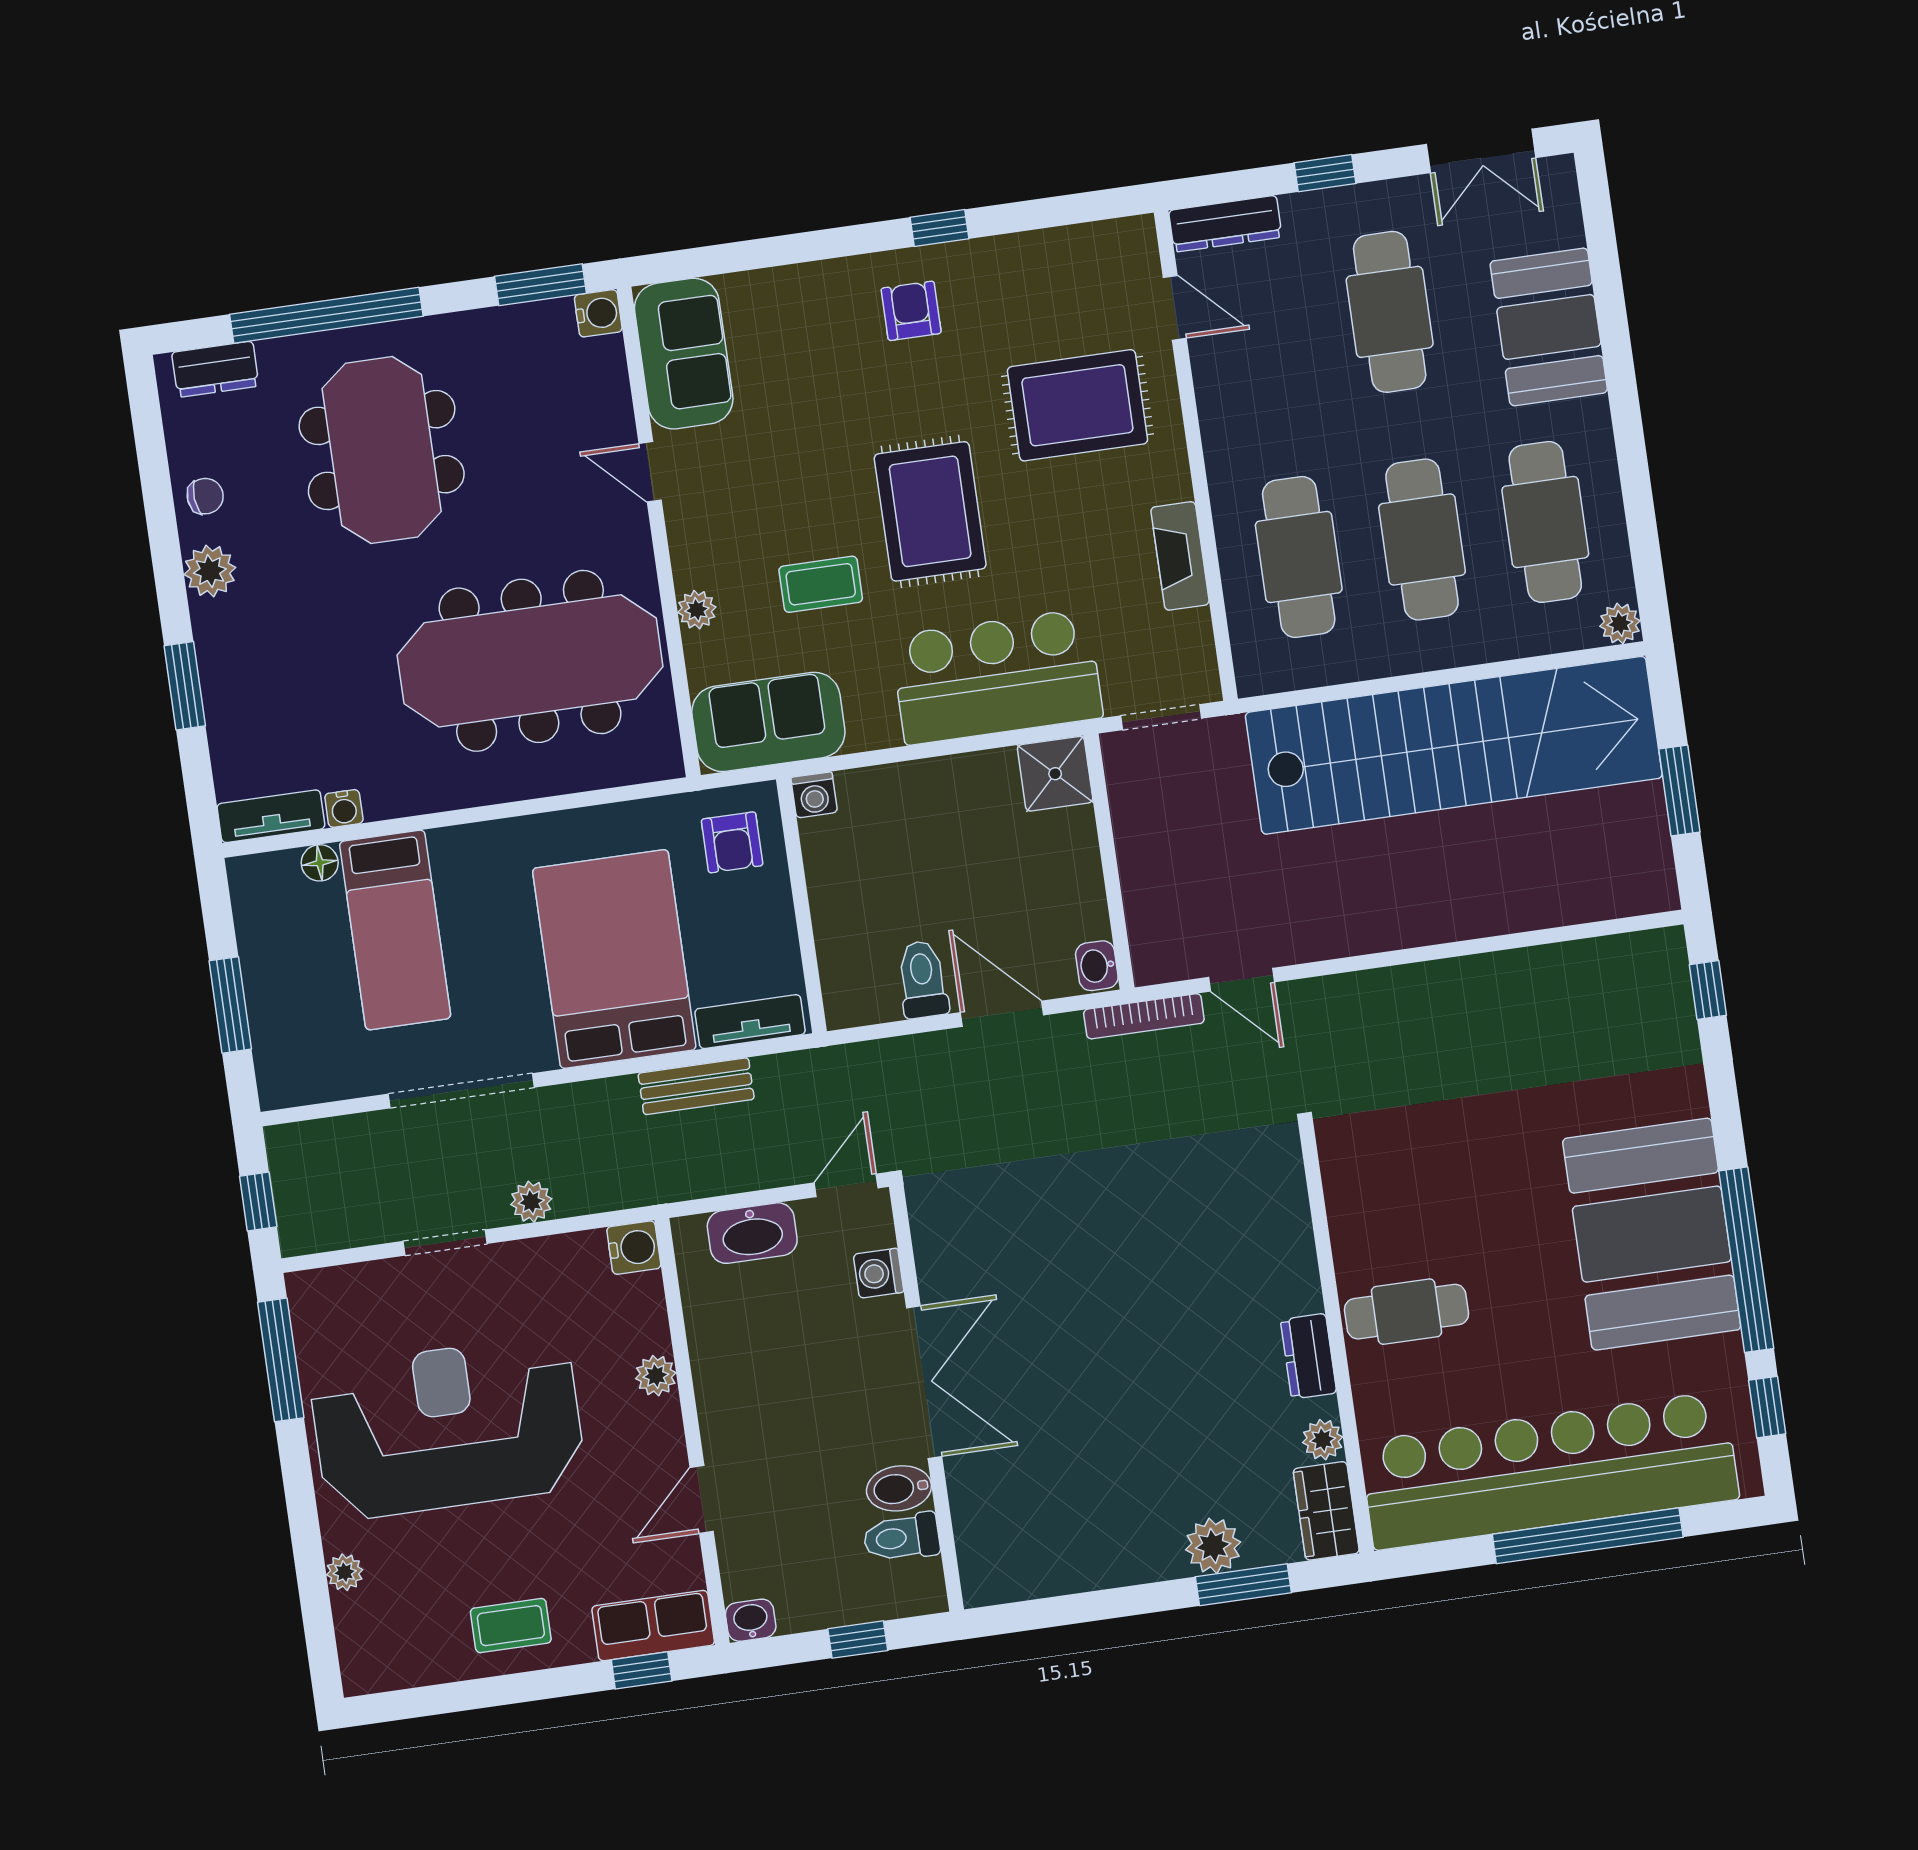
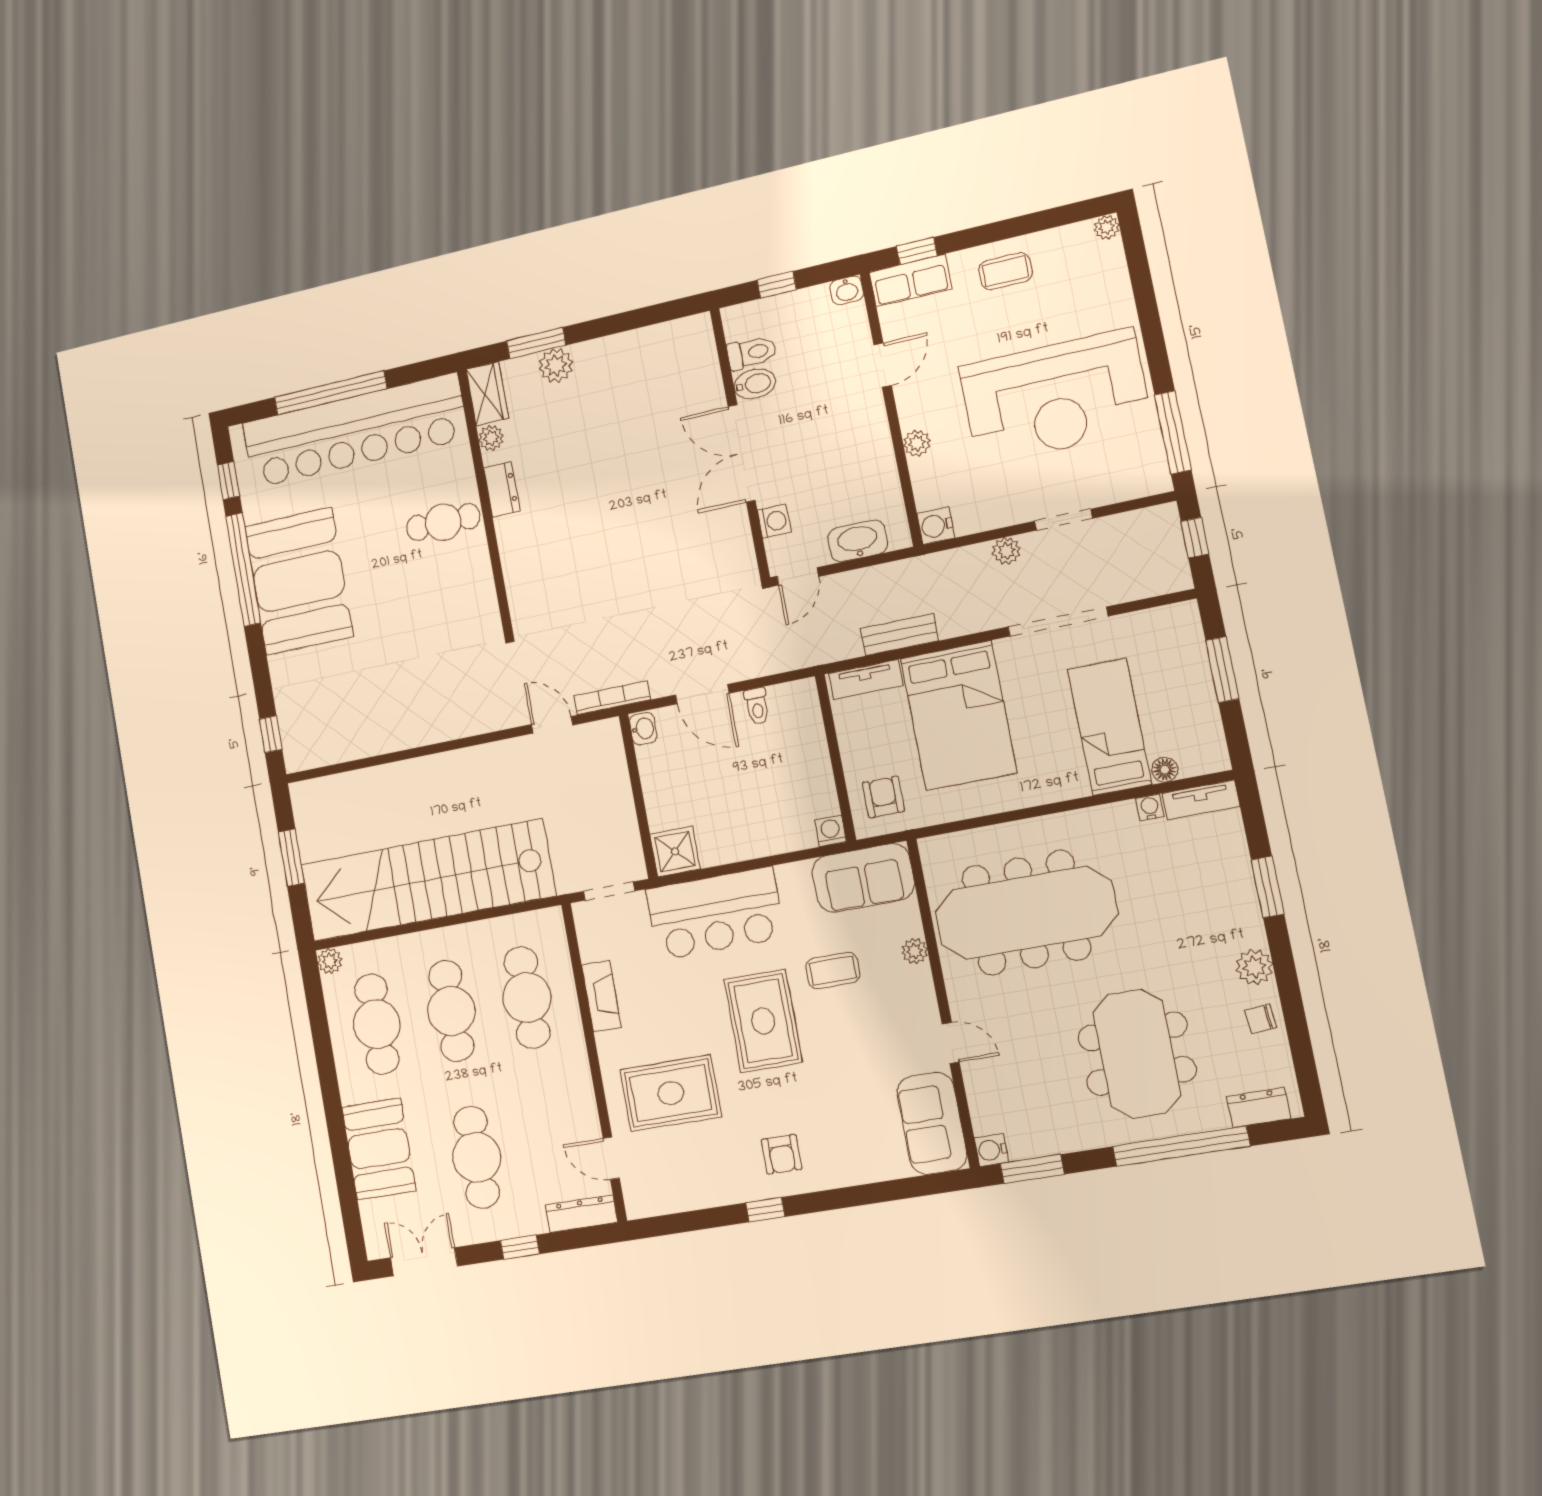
toilet: (923, 979) -> (757, 706), width x0.73, depth x0.72
plant: (345, 1572) -> (1107, 227), moved

